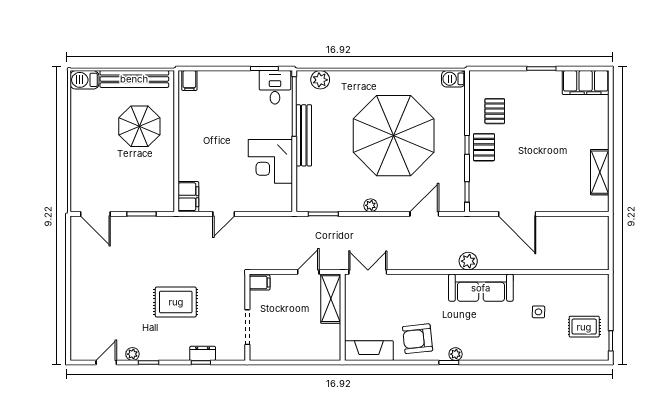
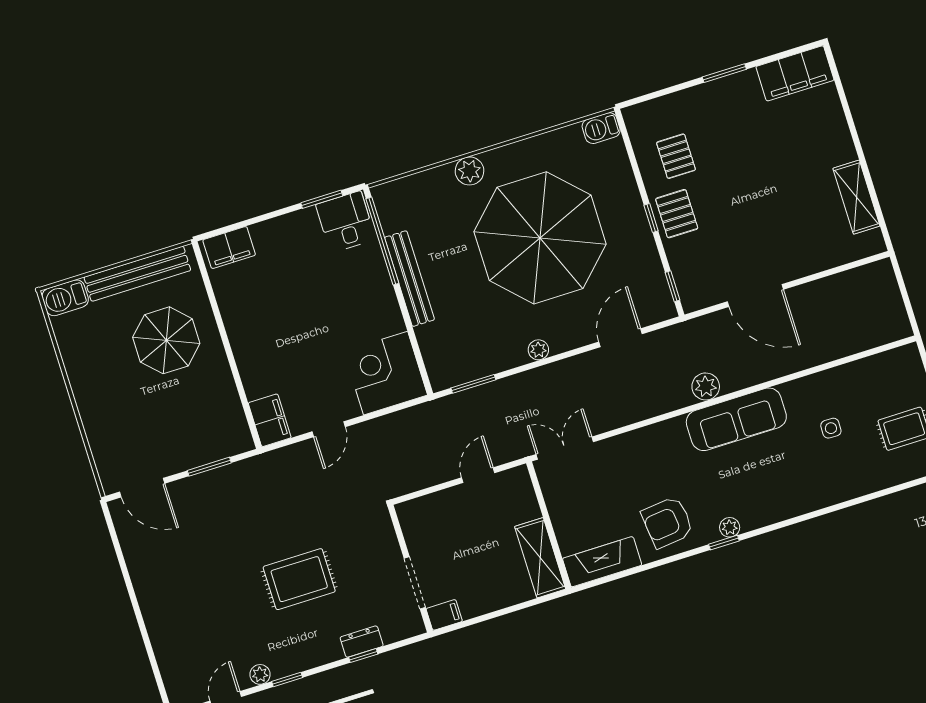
plant: (320, 80) -> (470, 171), moved
filing cabinet: (189, 81) -> (229, 248), width x2.00
corner desk: (270, 161) -> (386, 373), moved, turned 90
filing cabinet: (260, 283) -> (444, 615), moved
shelving: (331, 299) -> (540, 558), moved

